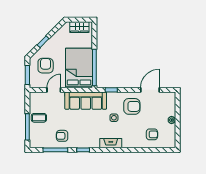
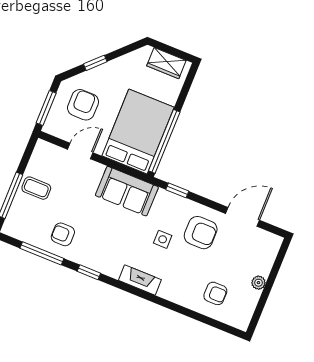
sofa: (86, 101) -> (127, 191), width x0.73

